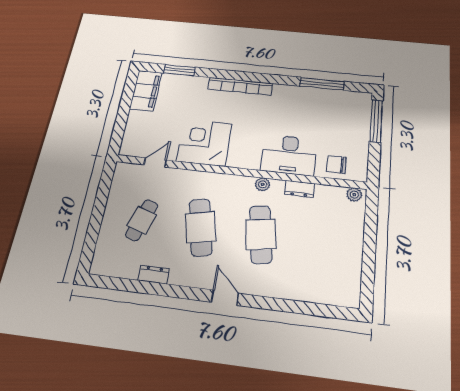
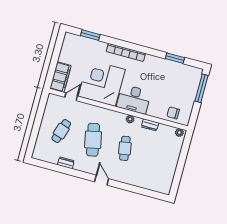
window: (322, 84) -> (175, 58), width x0.69
filing cabinet: (146, 91) -> (61, 77), moved
corner desk: (204, 143) -> (102, 83), width x1.36, depth x1.36
desk: (289, 155) -> (134, 99), moved
cafe table: (261, 234) -> (125, 148), width x0.73, depth x0.74

